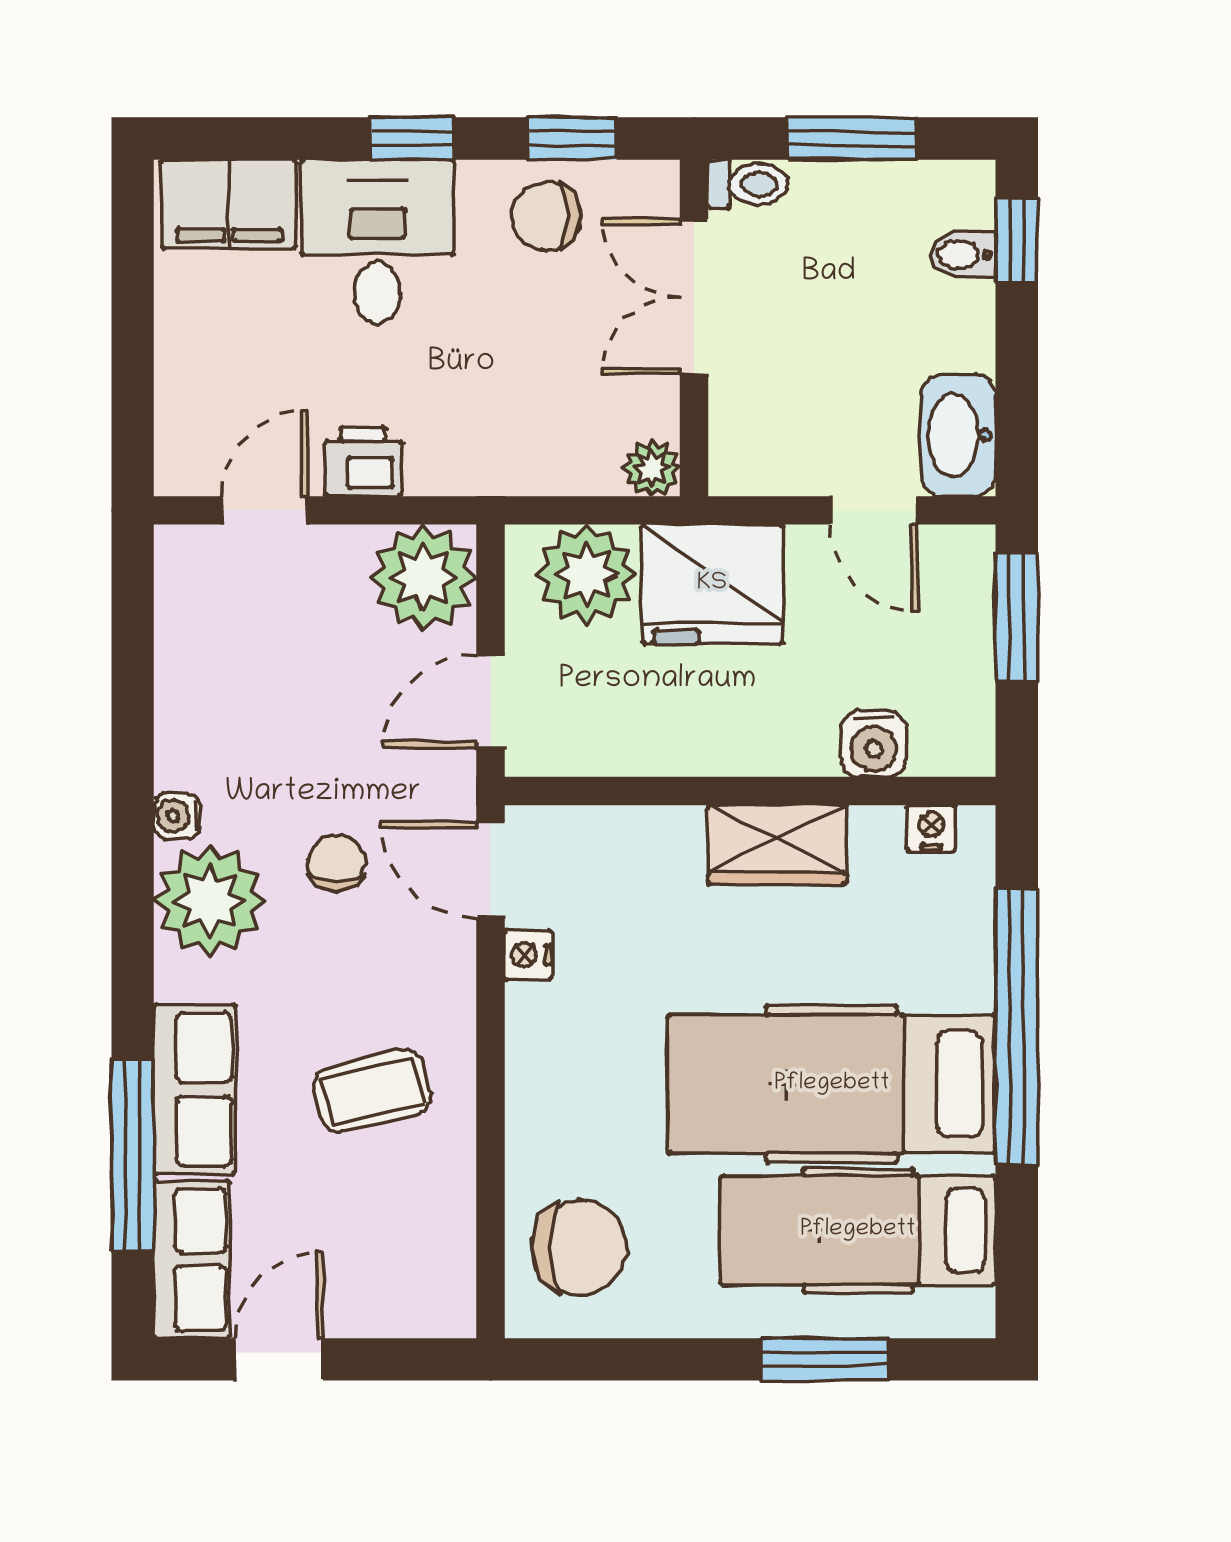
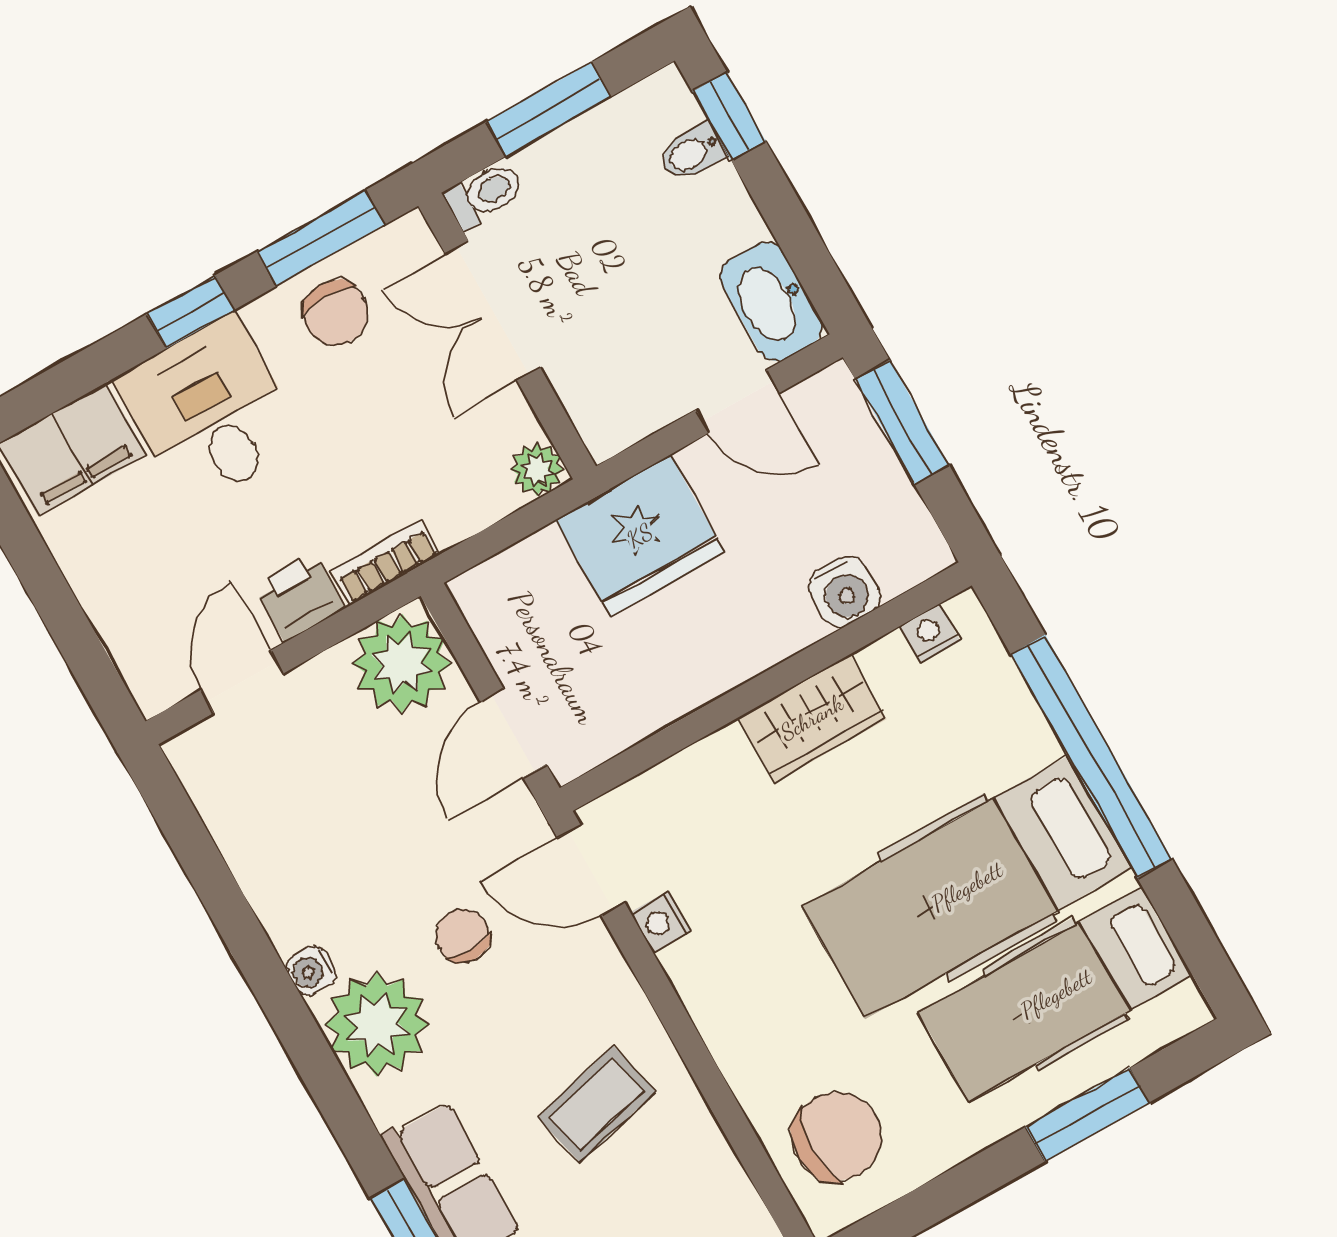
window: (572, 138) -> (321, 238), width x1.50
chair: (546, 216) -> (335, 313), turned -90
bookcase: (461, 475) -> (385, 562), added
plant: (586, 574) -> (533, 586), removed

